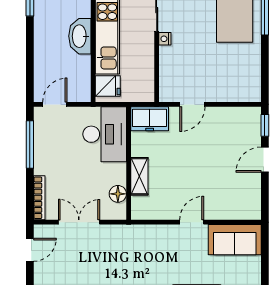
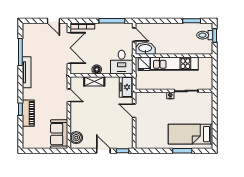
washbasin: (80, 36) -> (145, 48), moved
desk: (105, 134) -> (122, 62), width x0.73
floor lamp: (118, 194) -> (97, 69), moved
boiler: (241, 209) -> (76, 138), added
double door: (79, 222) -> (69, 48), width x1.37
door: (192, 222) -> (69, 95), moved

